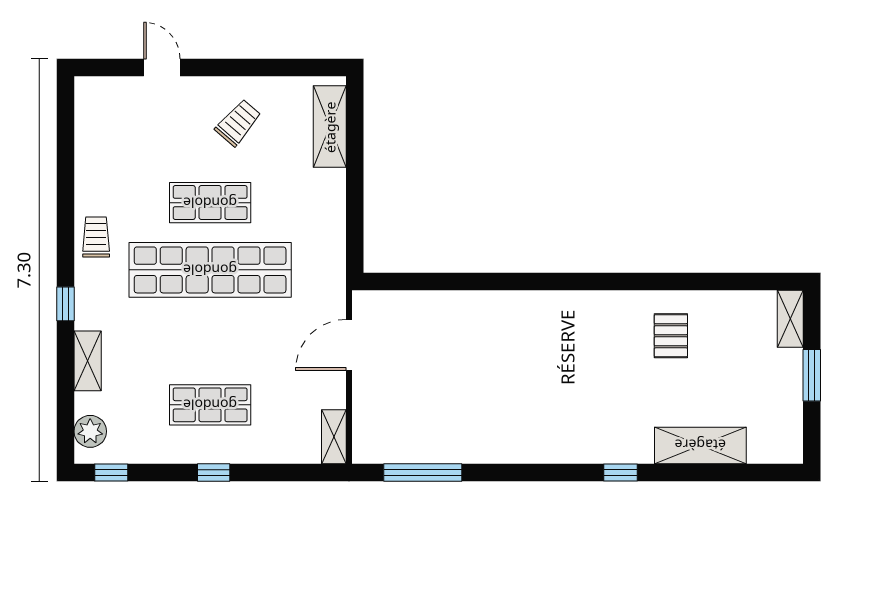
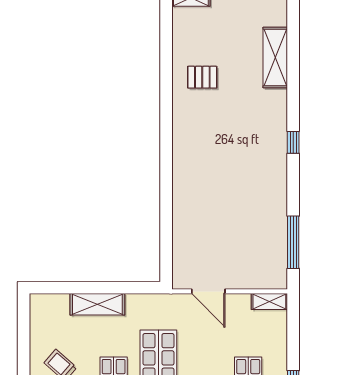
shelving: (330, 127) -> (97, 304), moved
window: (620, 472) -> (293, 142), moved

